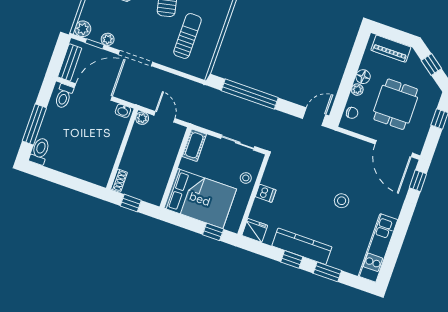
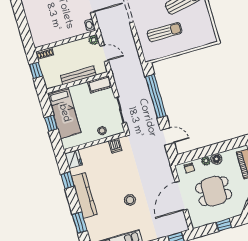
door: (164, 117) -> (104, 53), hinge flipped
door: (314, 117) -> (167, 136), moved
door: (394, 149) -> (181, 196), moved
bench: (168, 161) -> (78, 75), added
dishwasher: (266, 193) -> (115, 146), moved
bed: (200, 199) -> (64, 113), width x0.67
window: (213, 232) -> (51, 123), moved
window: (292, 259) -> (67, 180), moved

